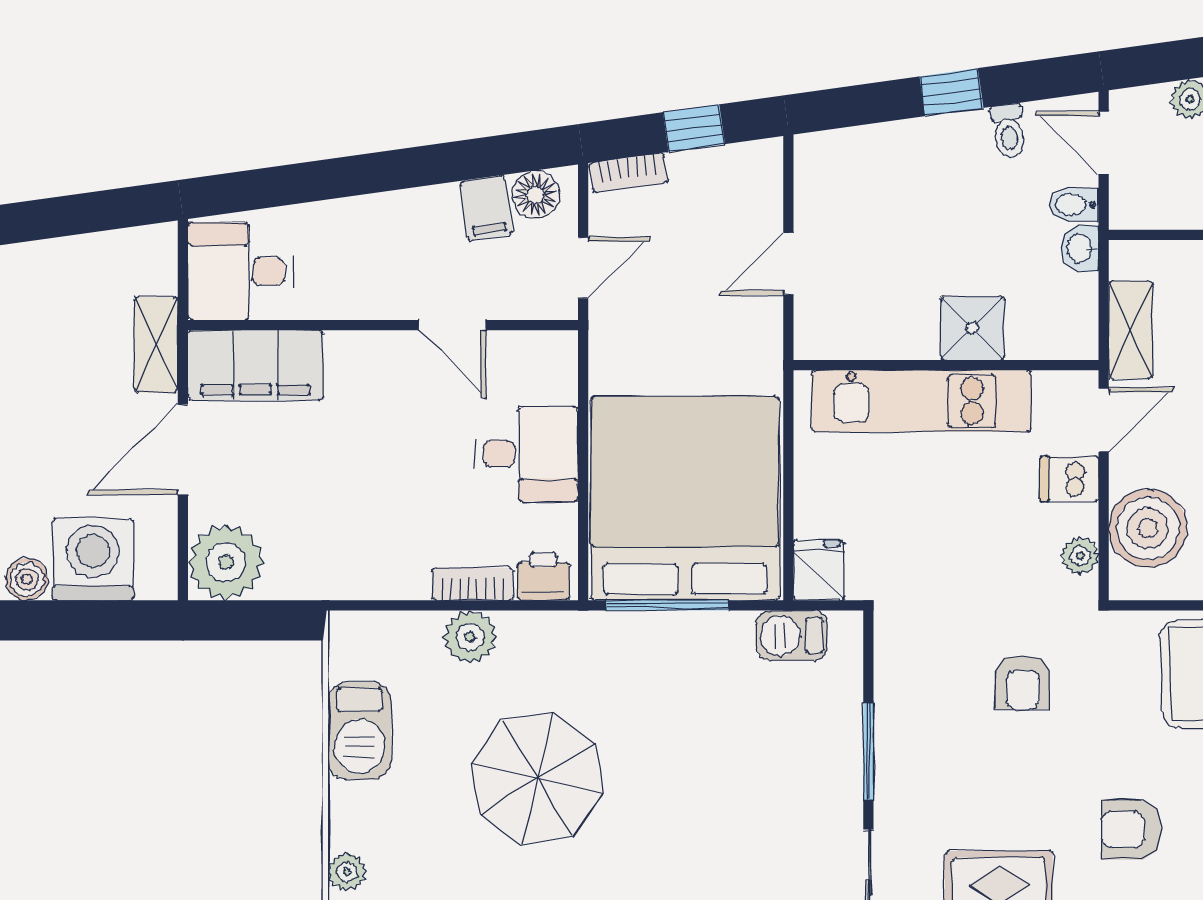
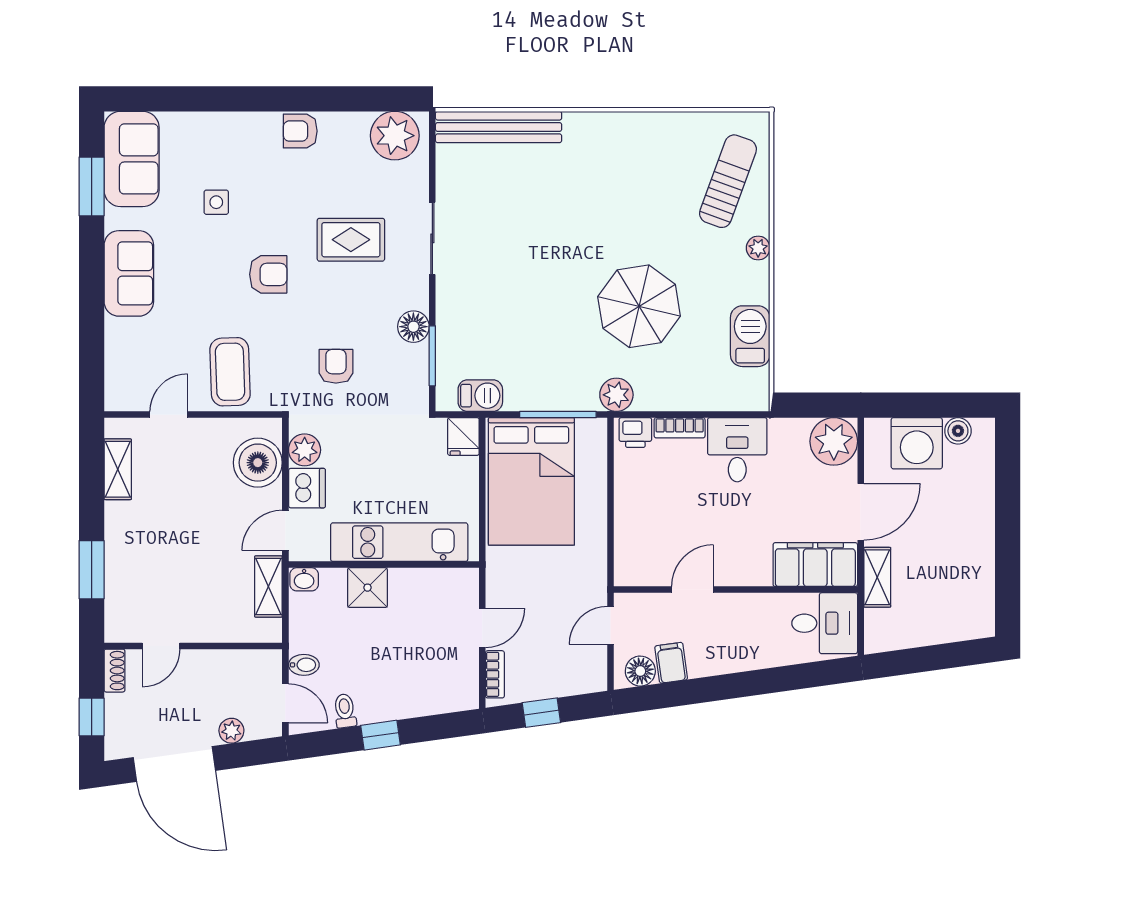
bookcase: (628, 173) -> (495, 674), moved, turned 98
washbasin: (1080, 248) -> (304, 579), moved, turned 90
door: (452, 325) -> (692, 590), hinge flipped
desk: (527, 454) -> (737, 450), moved, turned 90
dishwasher: (1069, 479) -> (307, 488), width x1.38
bed: (685, 498) -> (531, 481), width x0.73
plant: (1080, 556) -> (305, 450), width x1.38, depth x1.38
plant: (470, 637) -> (616, 395), moved
floor lamp: (899, 746) -> (413, 327), added
window: (868, 751) -> (432, 356), moved

